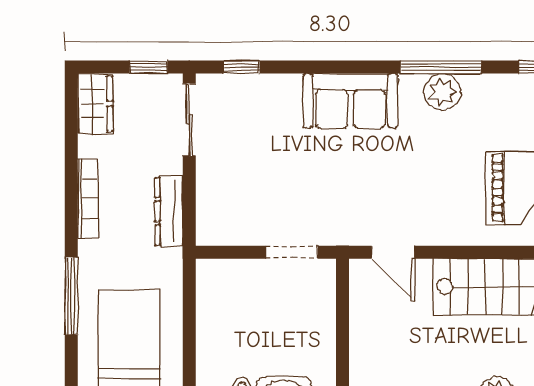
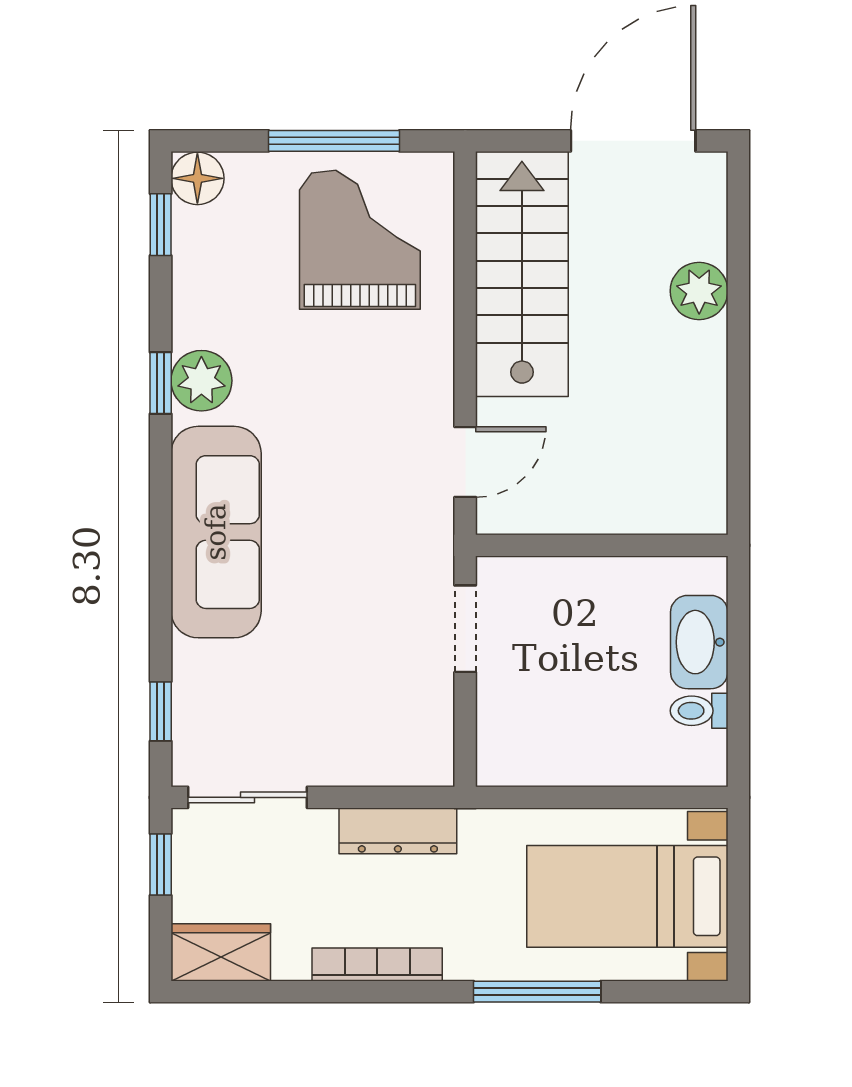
window: (441, 67) -> (161, 383), width x0.46
sofa: (350, 101) -> (216, 532), width x1.36

